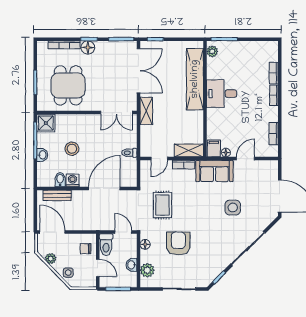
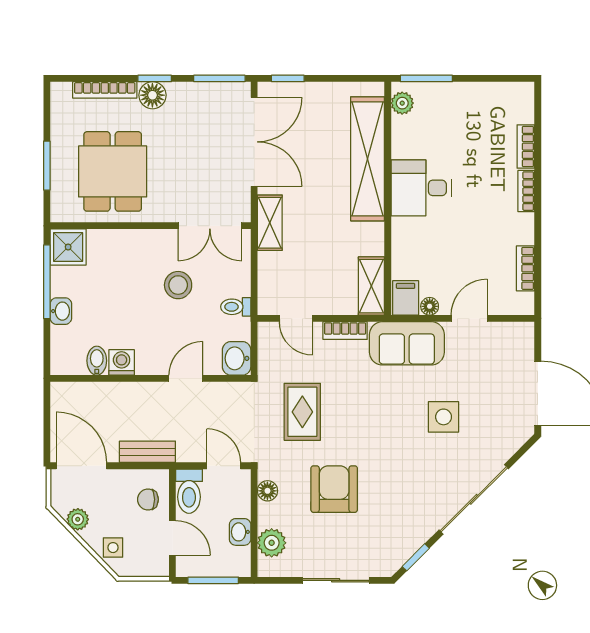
stool: (72, 149) -> (178, 285), moved
shelving: (189, 150) -> (371, 286), moved, turned 90
door: (159, 159) -> (296, 318), hinge flipped
washbasin: (130, 178) -> (237, 358), added
door: (104, 188) -> (186, 378), width x0.53
bench: (57, 195) -> (147, 452), moved

